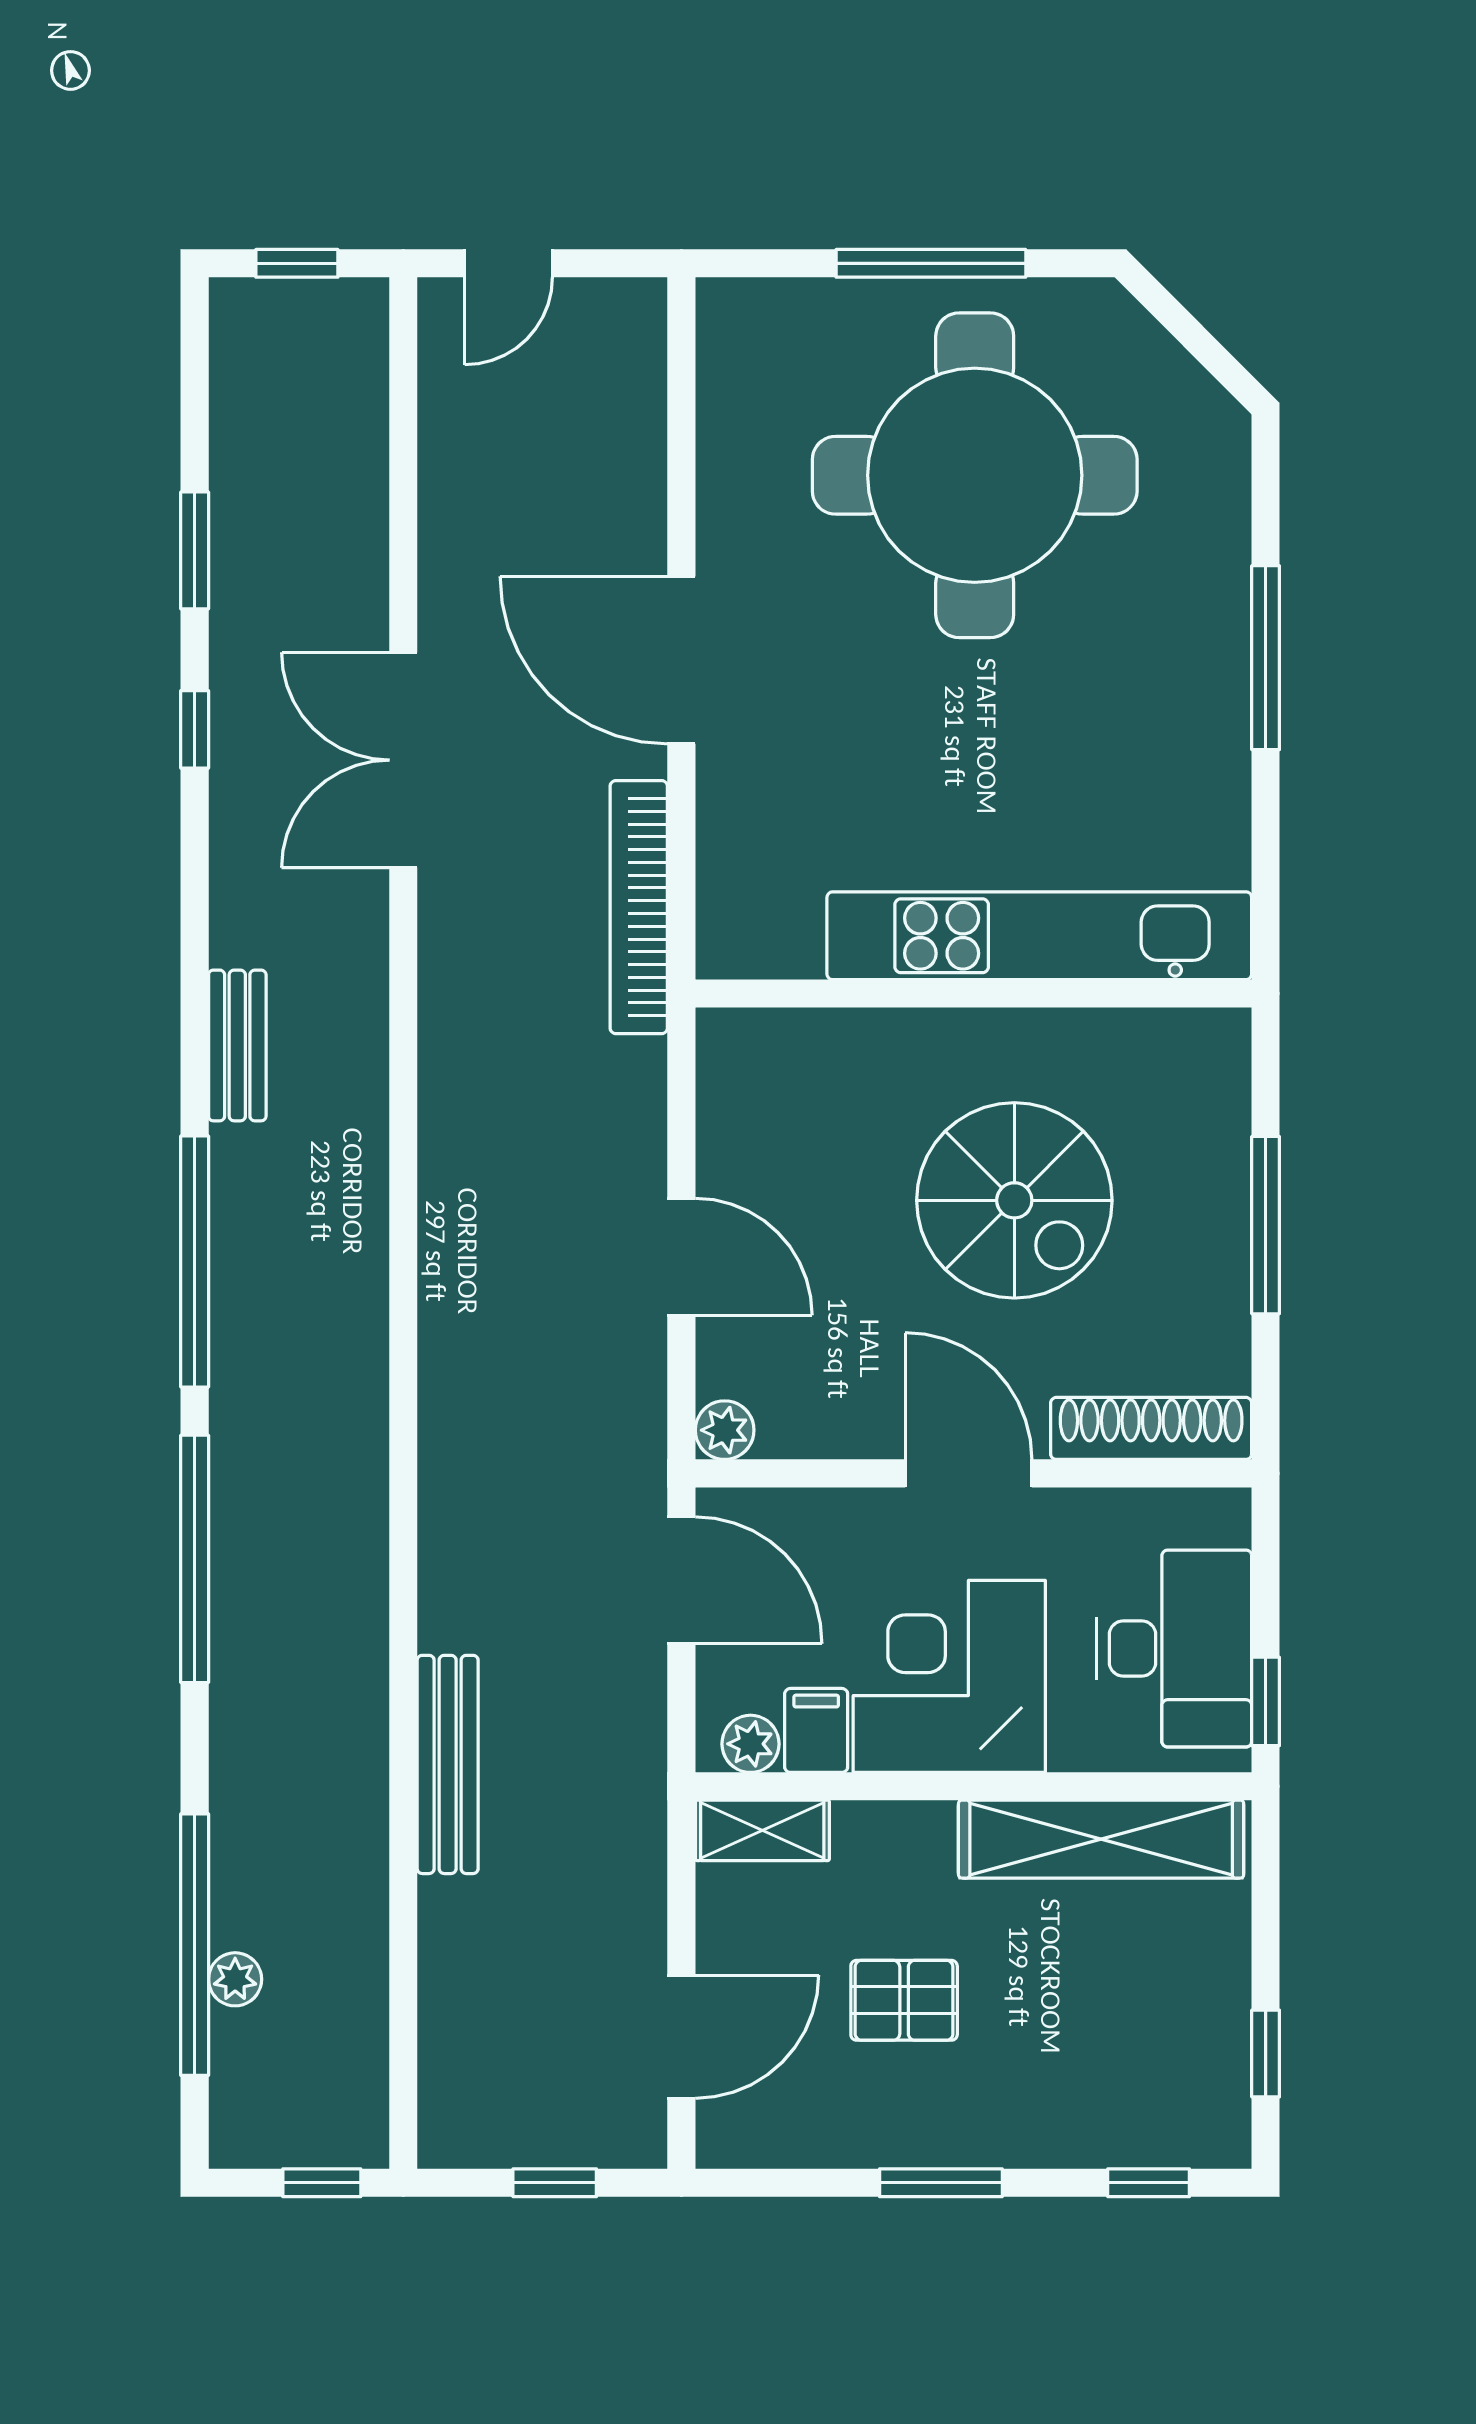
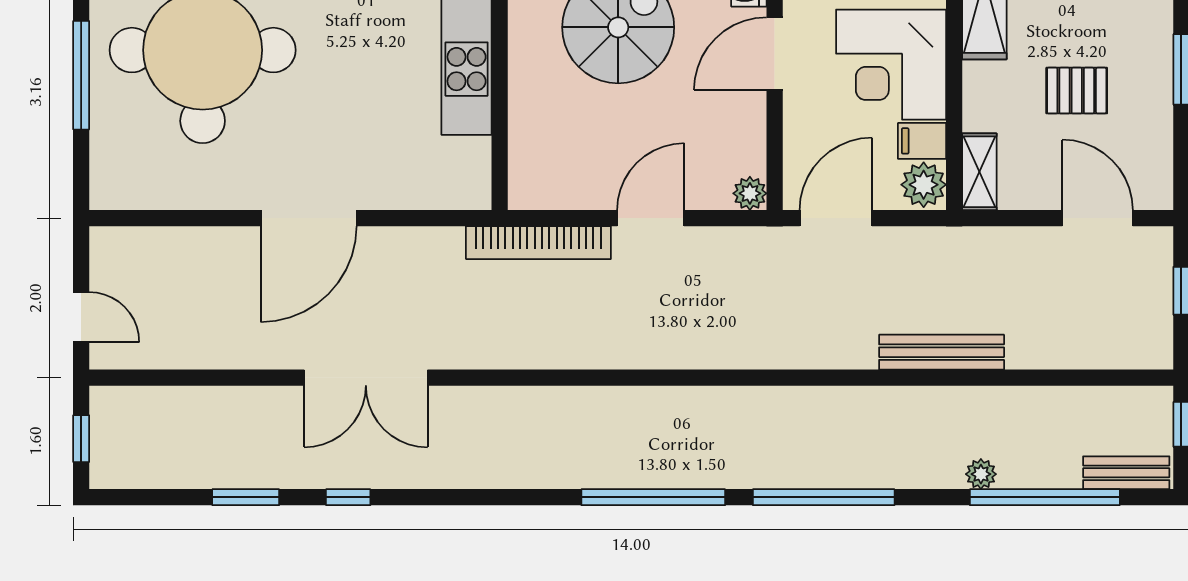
bookcase: (639, 907) -> (538, 243), moved
bench: (237, 1045) -> (1126, 473), moved
plant: (751, 1744) -> (924, 185), width x1.38, depth x1.38
plant: (235, 1979) -> (981, 474), moved
pallet: (904, 2000) -> (1077, 91), turned 90

